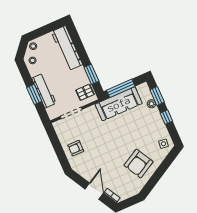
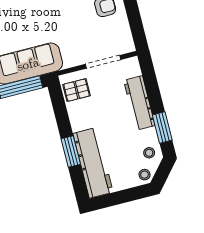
window: (91, 74) -> (71, 152), moved
window: (34, 94) -> (162, 128), moved

